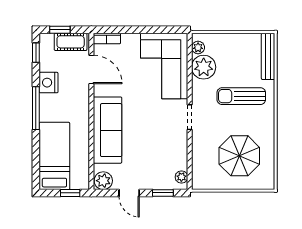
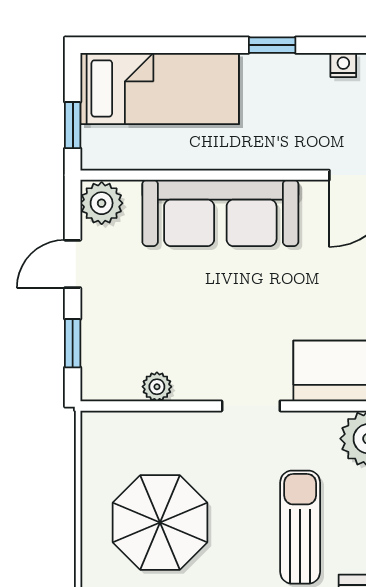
nightstand: (49, 83) -> (343, 65), width x0.53, depth x0.56
window: (36, 108) -> (272, 45), width x0.46
plant: (181, 177) -> (157, 387), moved

